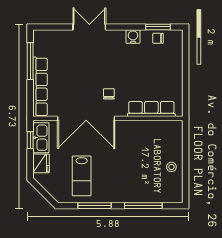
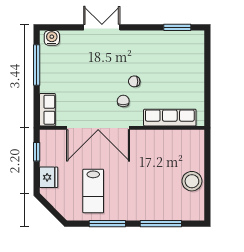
water cooler: (133, 37) -> (52, 38), moved
chair: (158, 38) -> (134, 81), moved
row of seats: (40, 87) -> (47, 110), width x0.50
kitchen sink: (41, 138) -> (48, 149), removed
stool: (171, 167) -> (192, 181), width x1.89, depth x1.89

